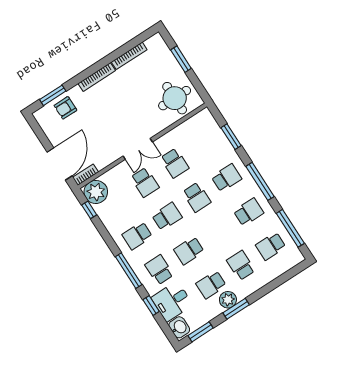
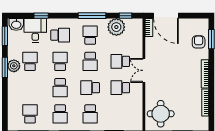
plant: (96, 192) -> (116, 27), moved
school desk: (241, 265) -> (60, 88), moved, turned 90
window: (129, 271) -> (92, 16), moved

